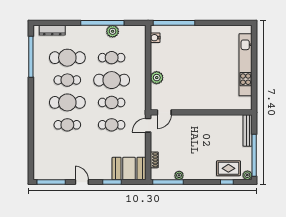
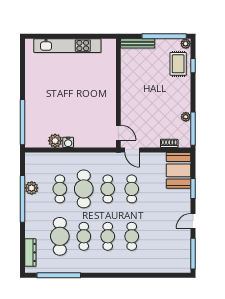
water cooler: (155, 38) -> (68, 142), moved
plant: (157, 78) -> (55, 141), moved
cafe table: (67, 102) -> (108, 236), width x0.73, depth x0.74

